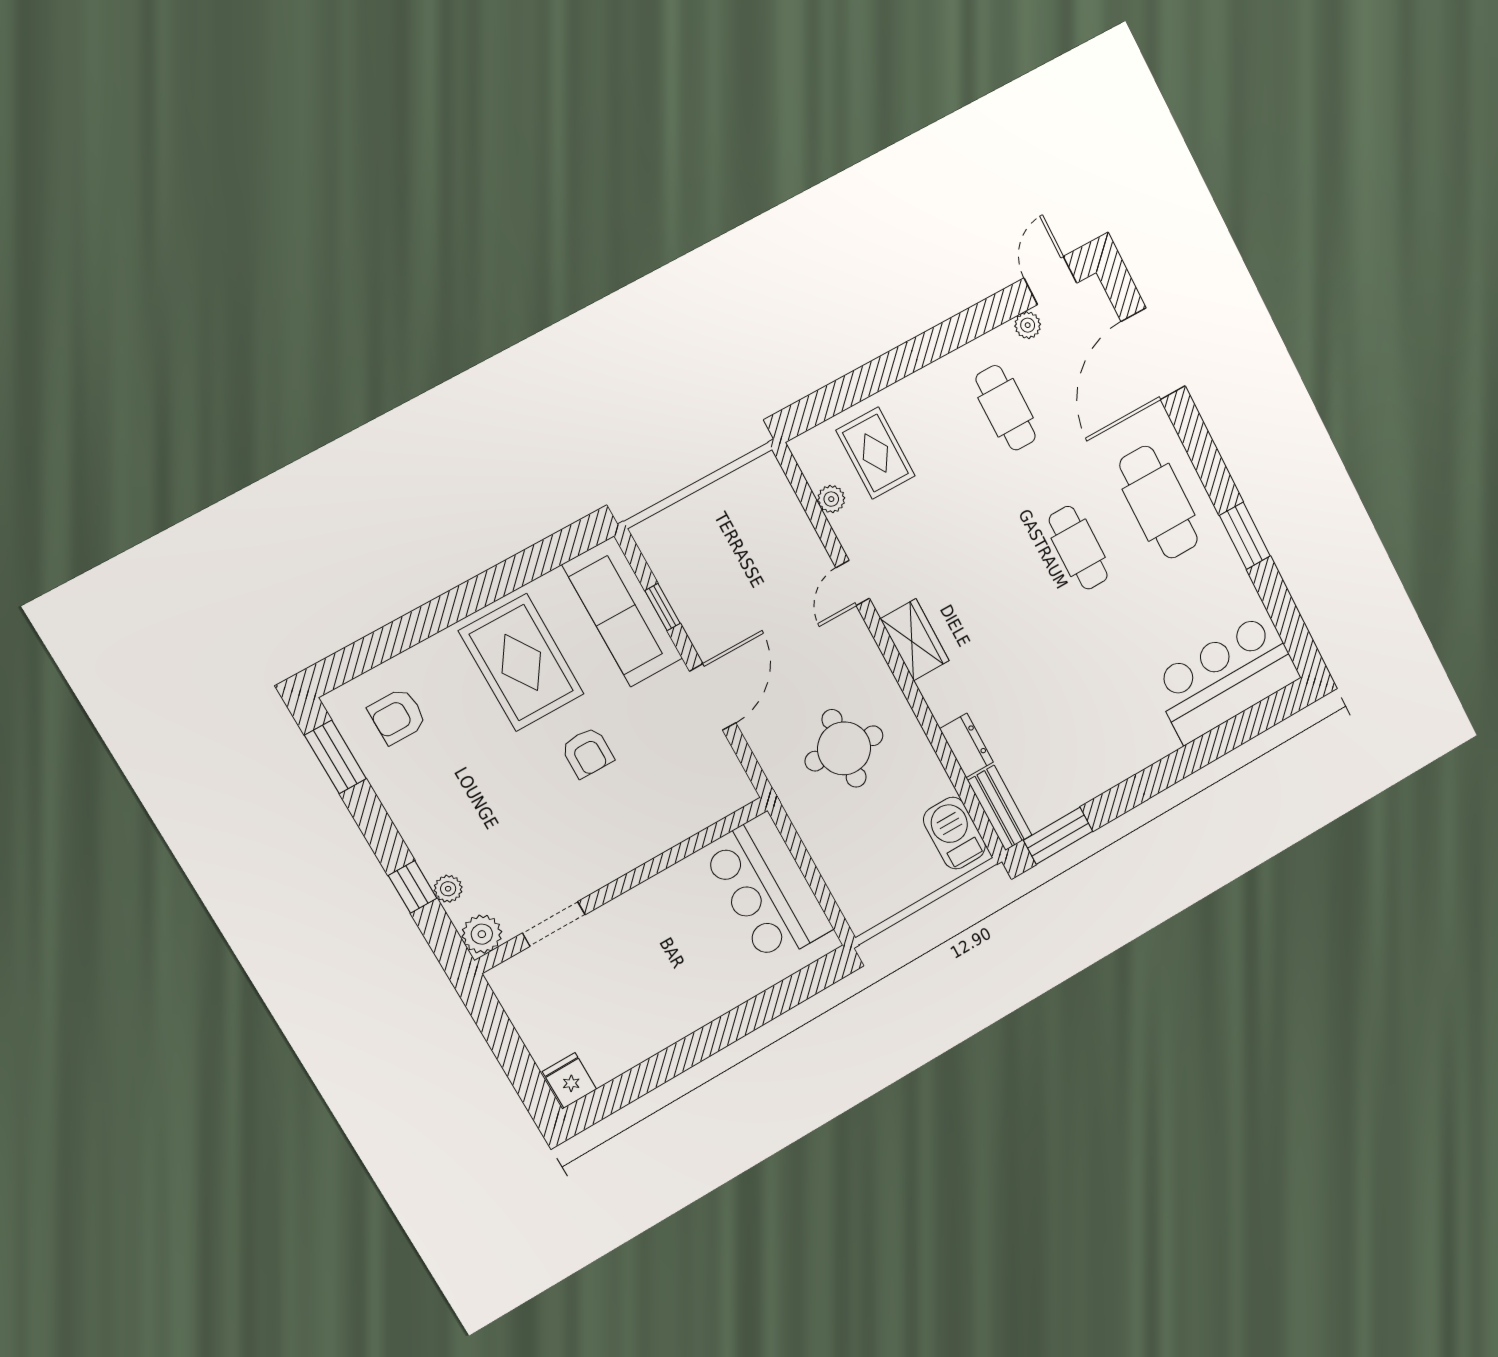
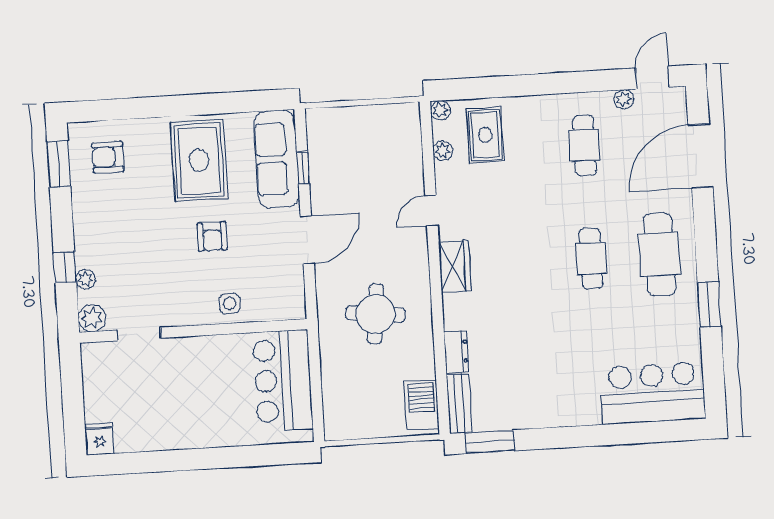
plant: (804, 448) -> (440, 110), added
side table: (652, 827) -> (230, 303), added

